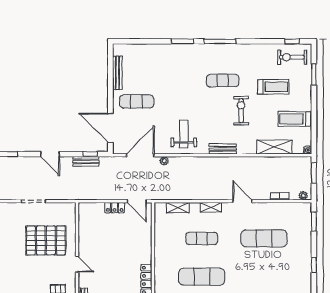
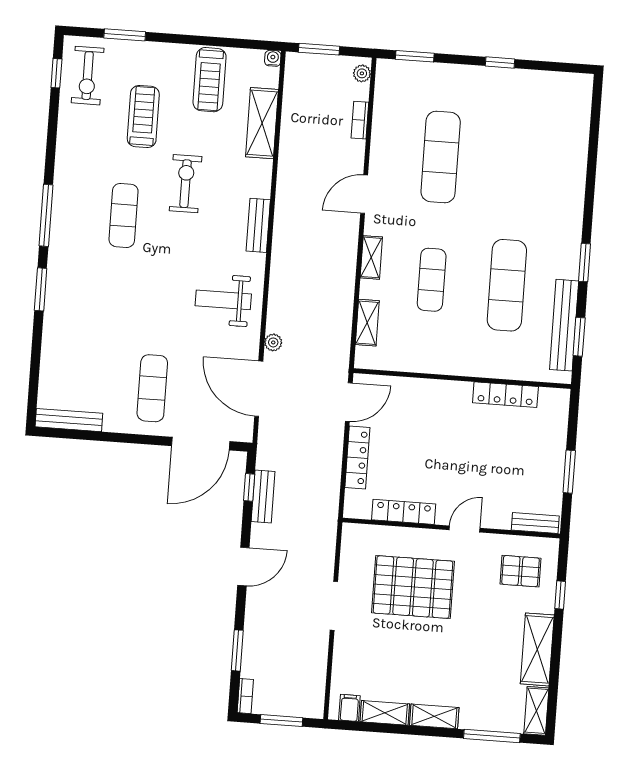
bench: (117, 73) -> (69, 420), moved
exercise bike: (241, 111) -> (186, 184), turned 90
locker: (115, 208) -> (357, 458), width x1.53
locker: (83, 233) -> (404, 512), added
pallet: (46, 240) -> (413, 587), turned 90

